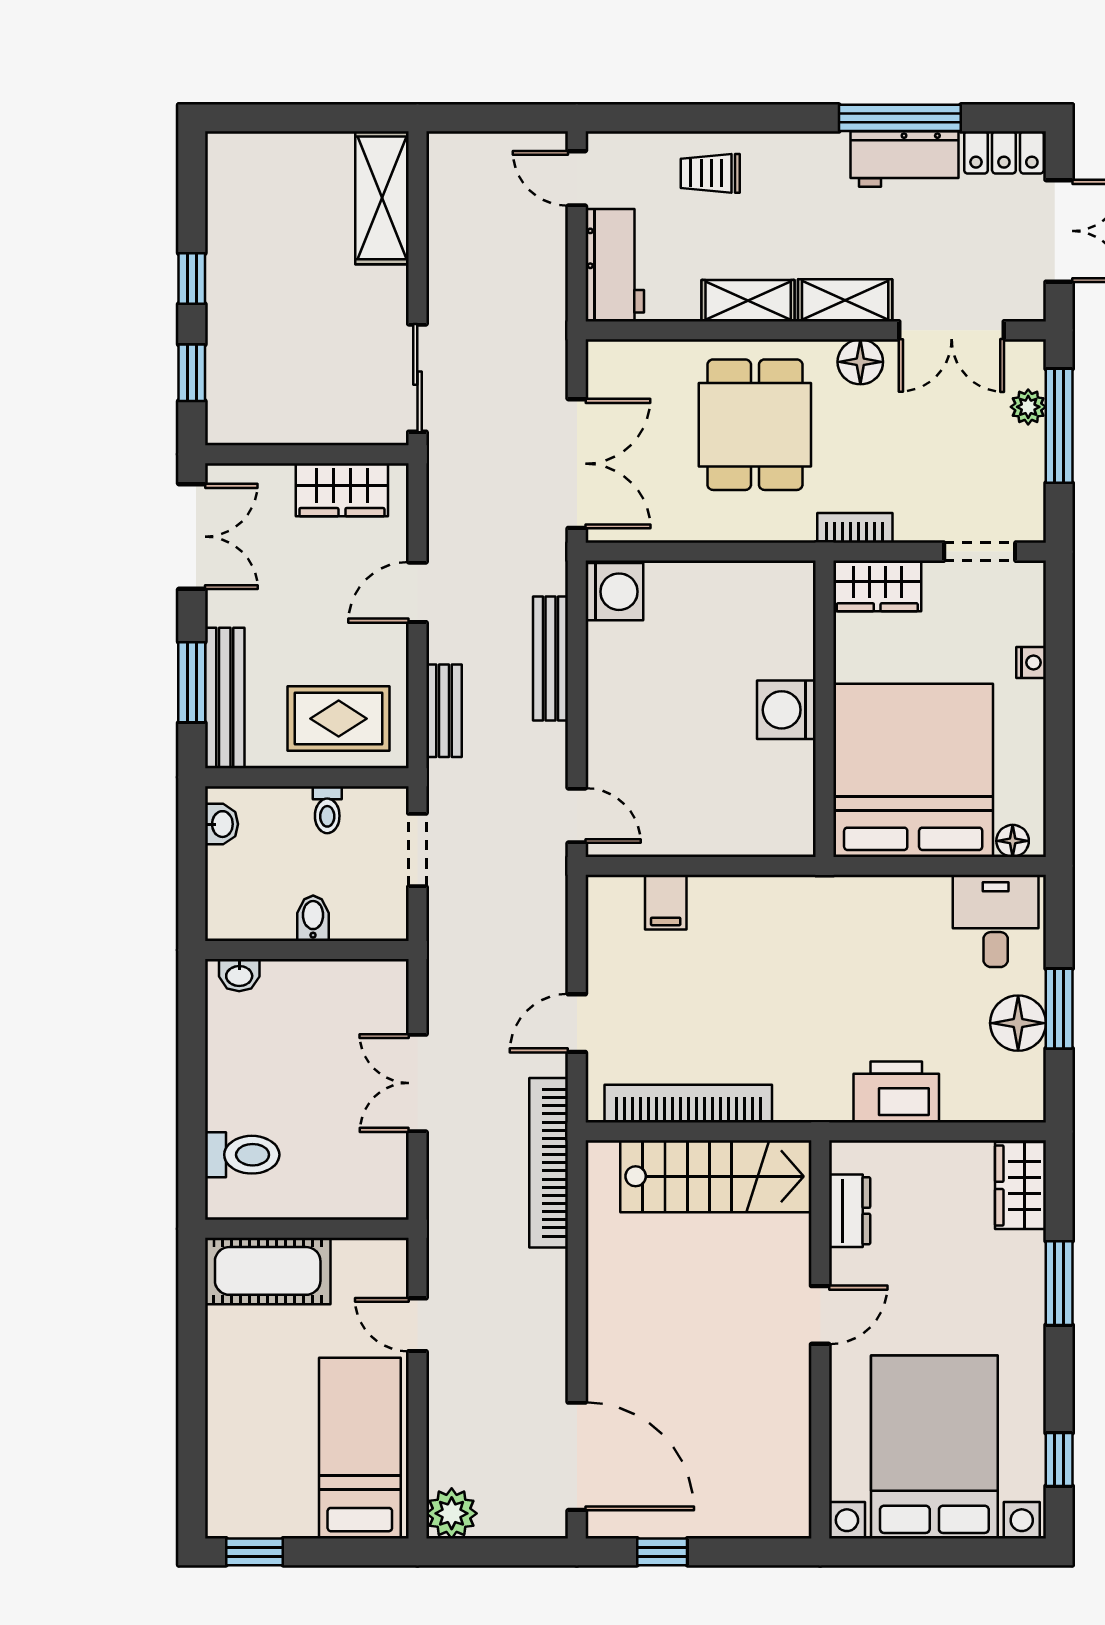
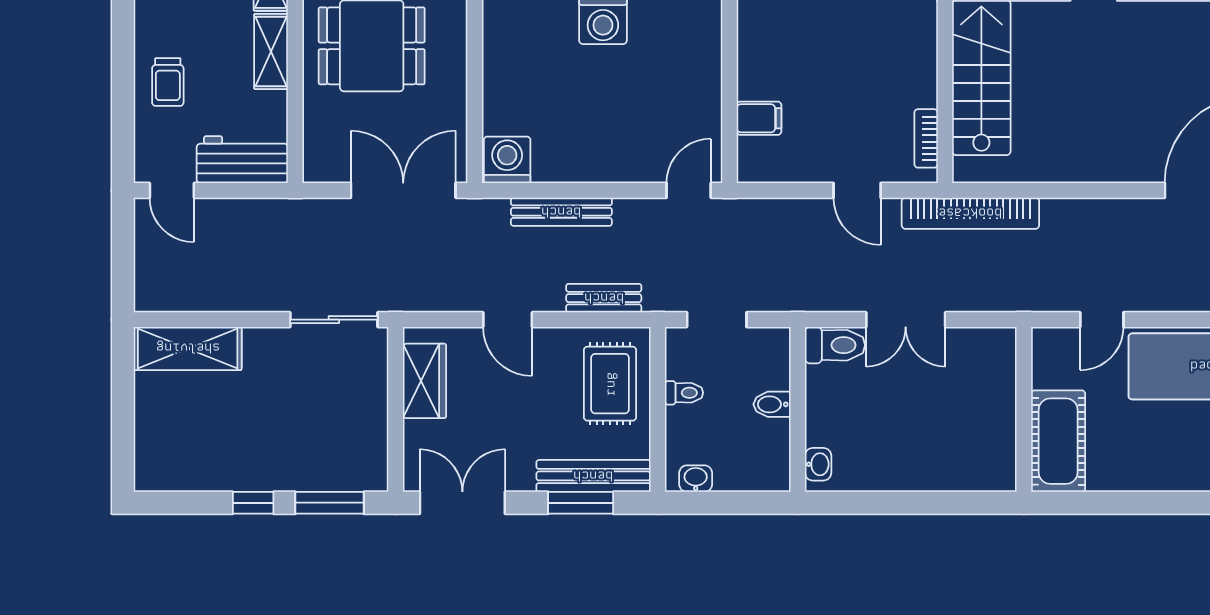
door: (577, 178) -> (172, 190), hinge flipped
window: (192, 373) -> (330, 503), width x1.50
bookcase: (688, 1104) -> (926, 138), width x0.43, depth x0.76
toilet: (242, 1155) -> (835, 345), moved, turned 90

